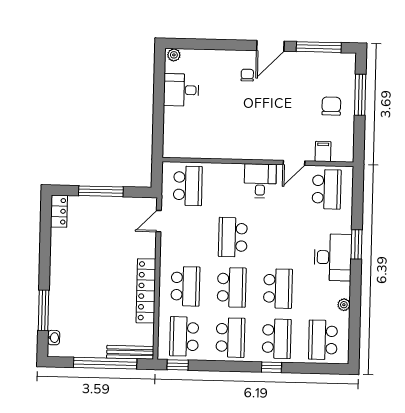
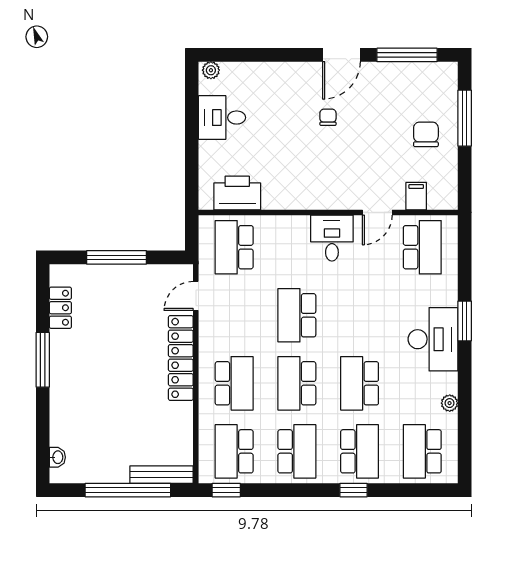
chair: (247, 75) -> (328, 117), moved
printer: (191, 146) -> (237, 193), added
school desk: (188, 186) -> (234, 247), turned 180
locker: (59, 211) -> (60, 308), moved
school desk: (232, 287) -> (297, 383), turned 180
school desk: (278, 289) -> (360, 383), turned 180
locker: (146, 291) -> (181, 358), moved
window: (43, 310) -> (43, 360), moved

